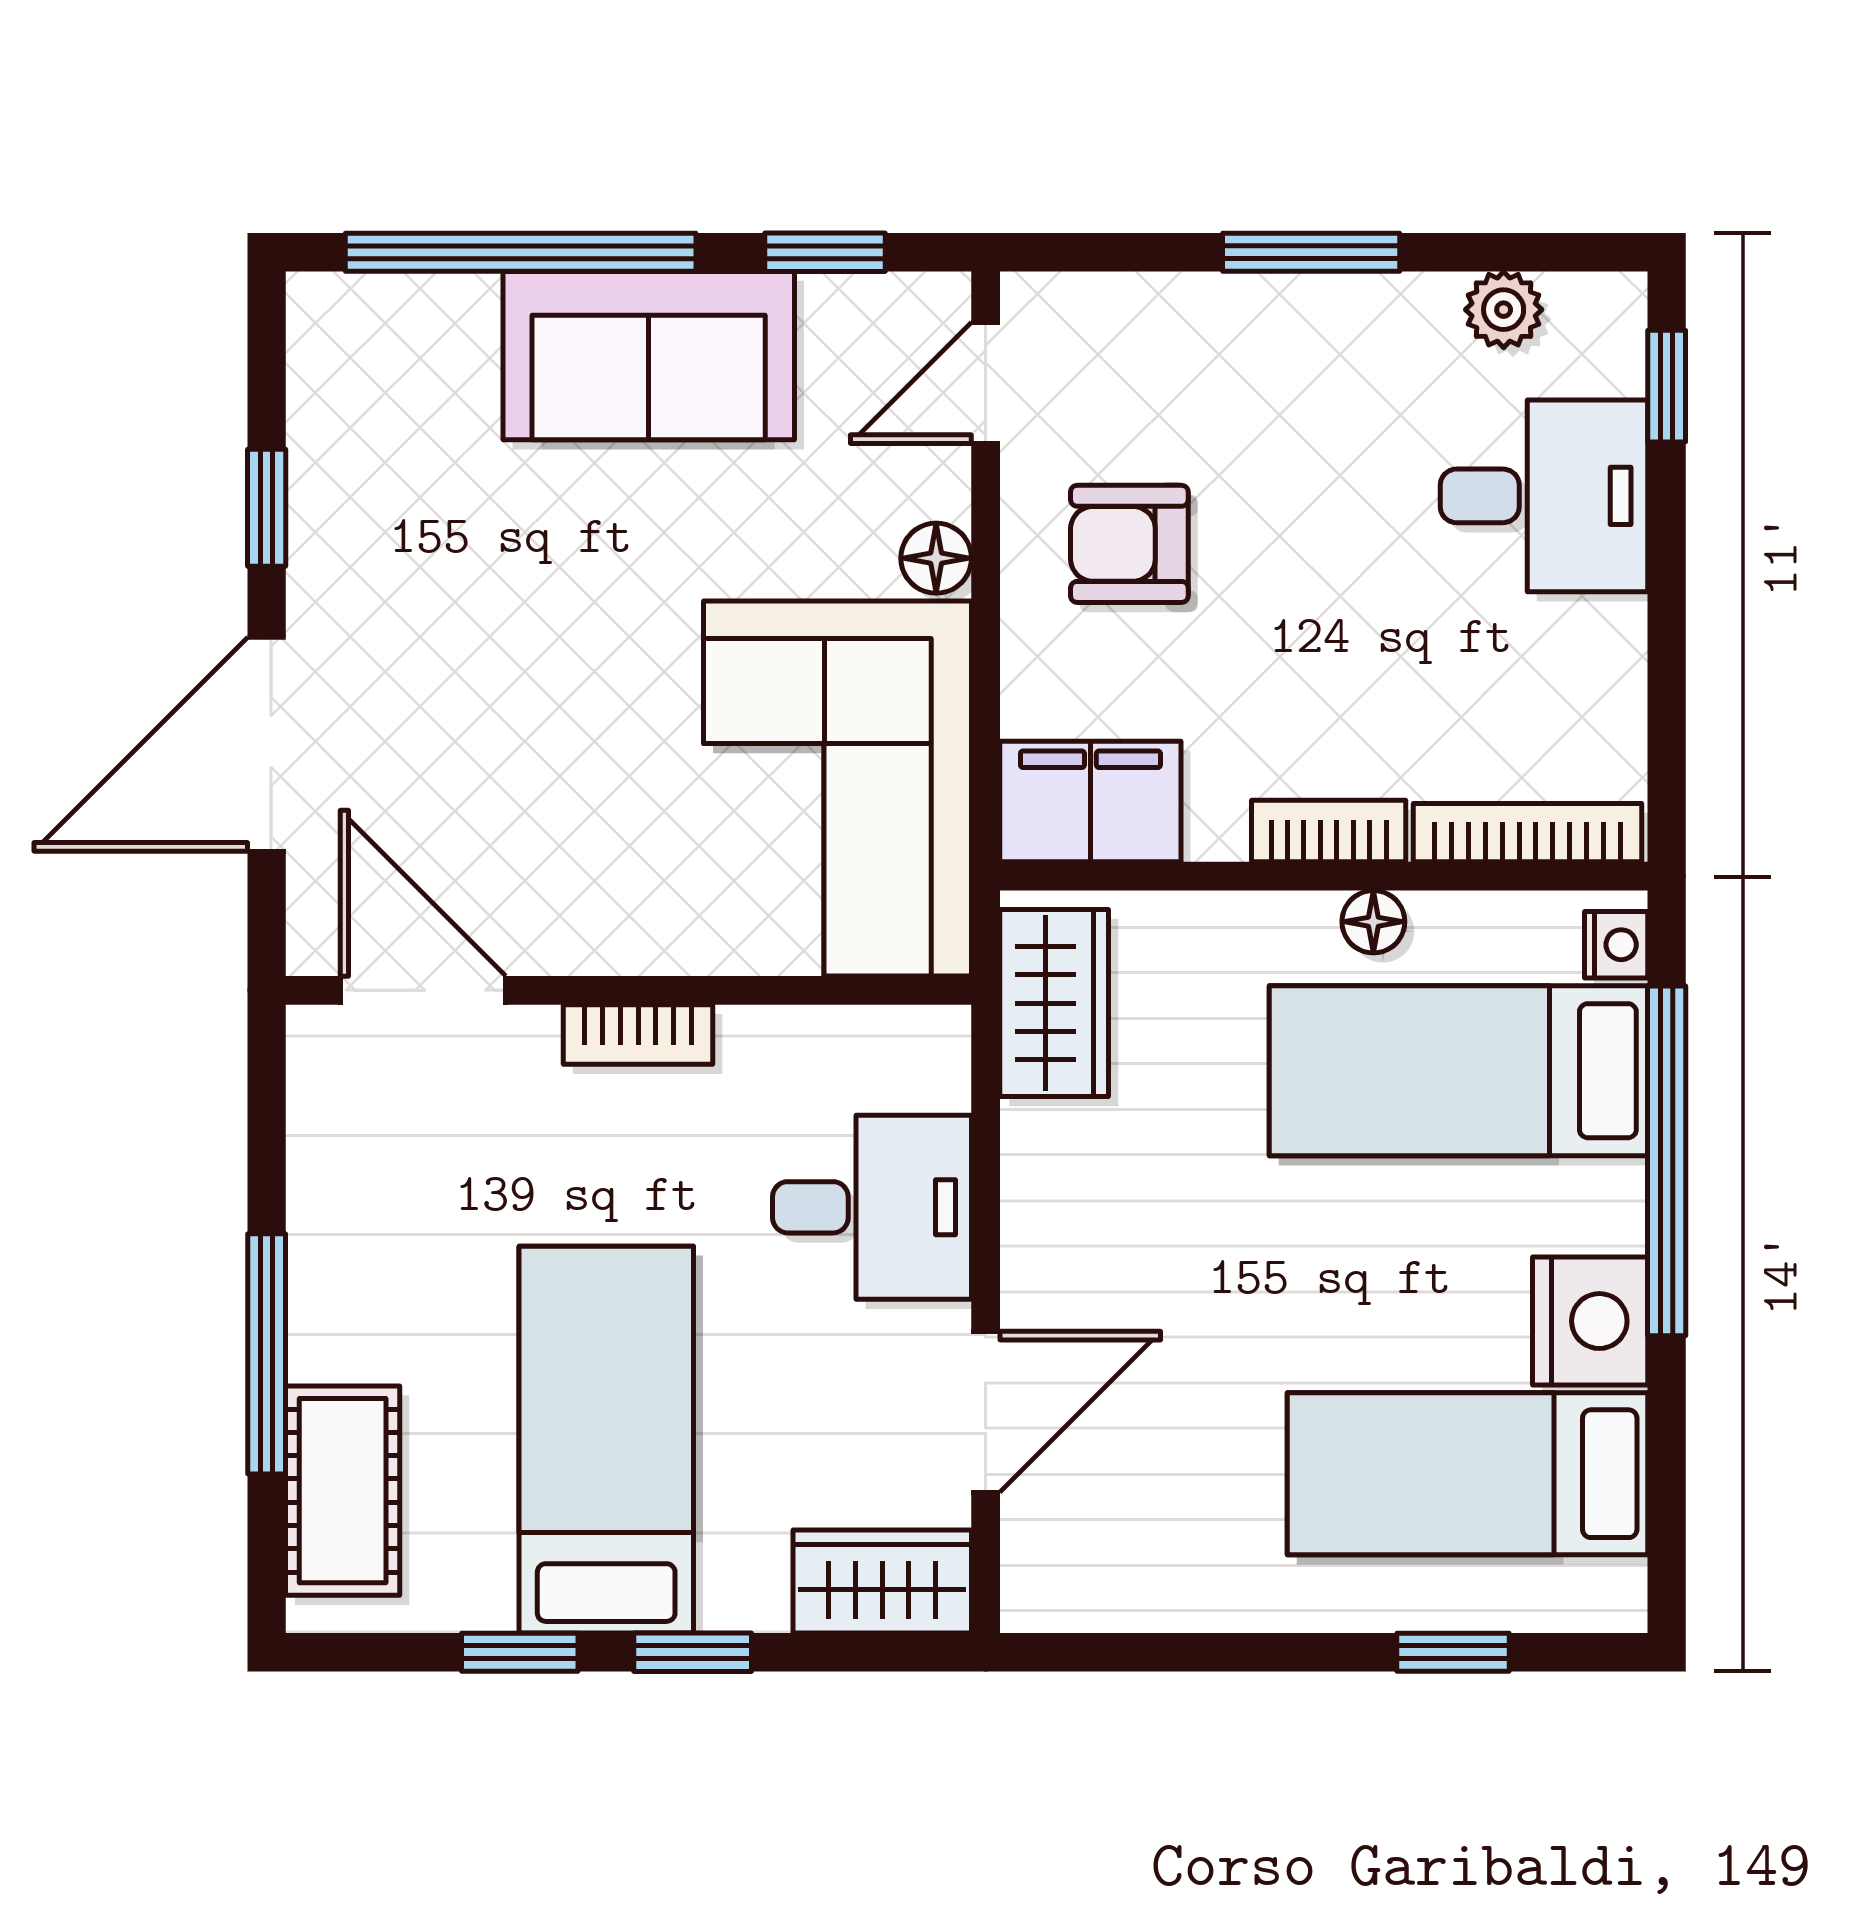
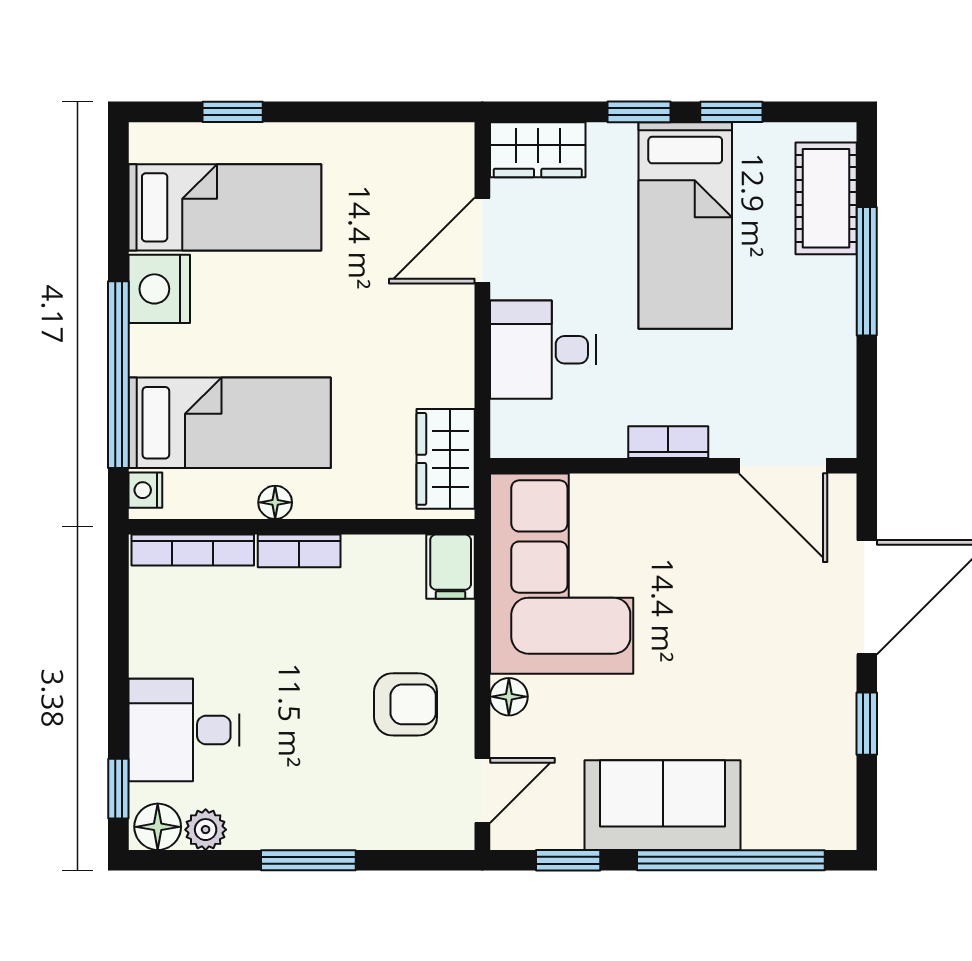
floor lamp: (1593, 315) -> (158, 827), added
filing cabinet: (1090, 801) -> (451, 567), width x0.50

